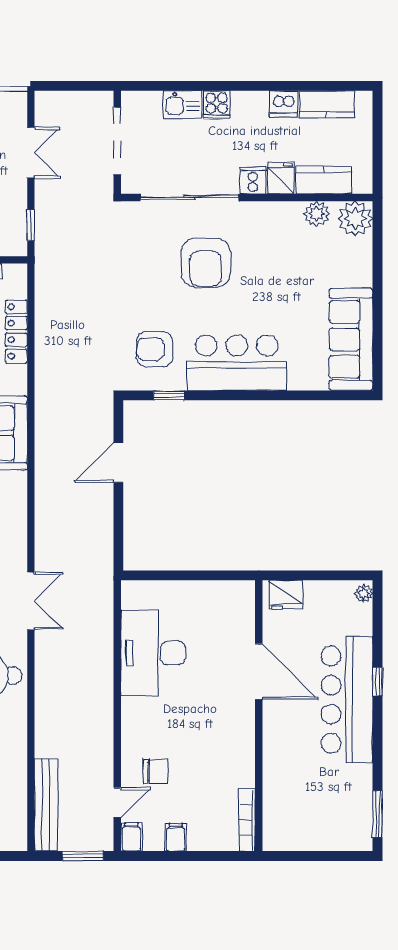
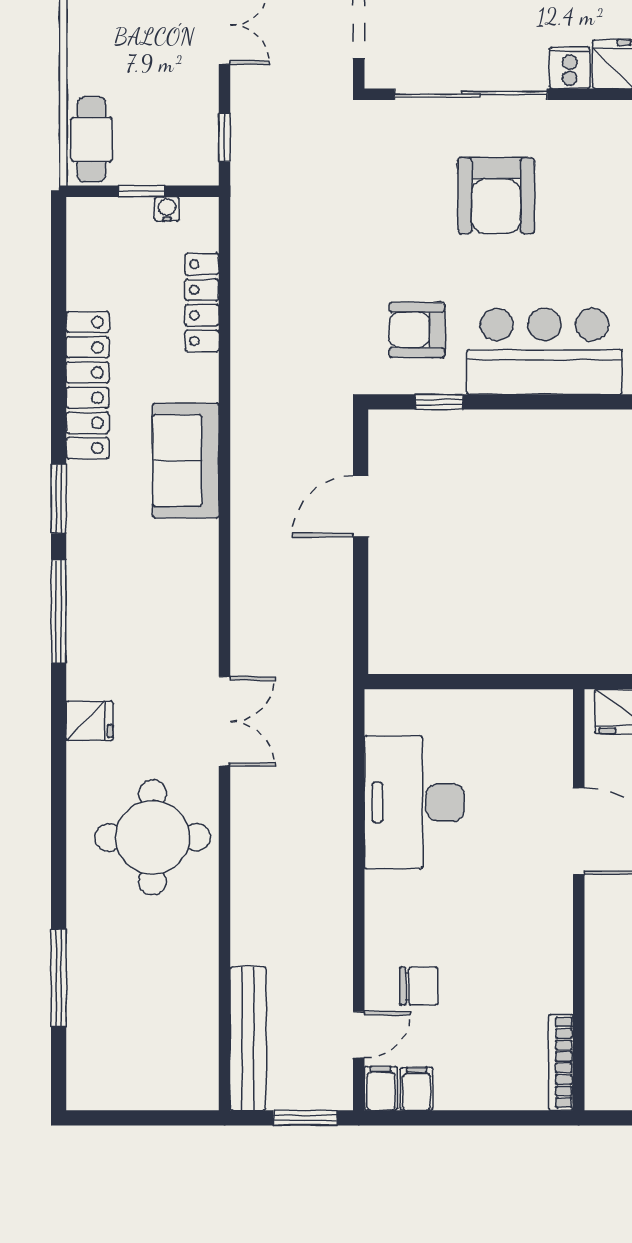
filing cabinet: (176, 837) -> (417, 1089), moved

